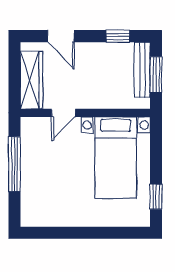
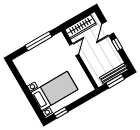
window: (118, 36) -> (117, 44), moved
door: (64, 113) -> (74, 50), swing flipped
bed with nightstands: (116, 158) -> (54, 91), moved, turned 180

